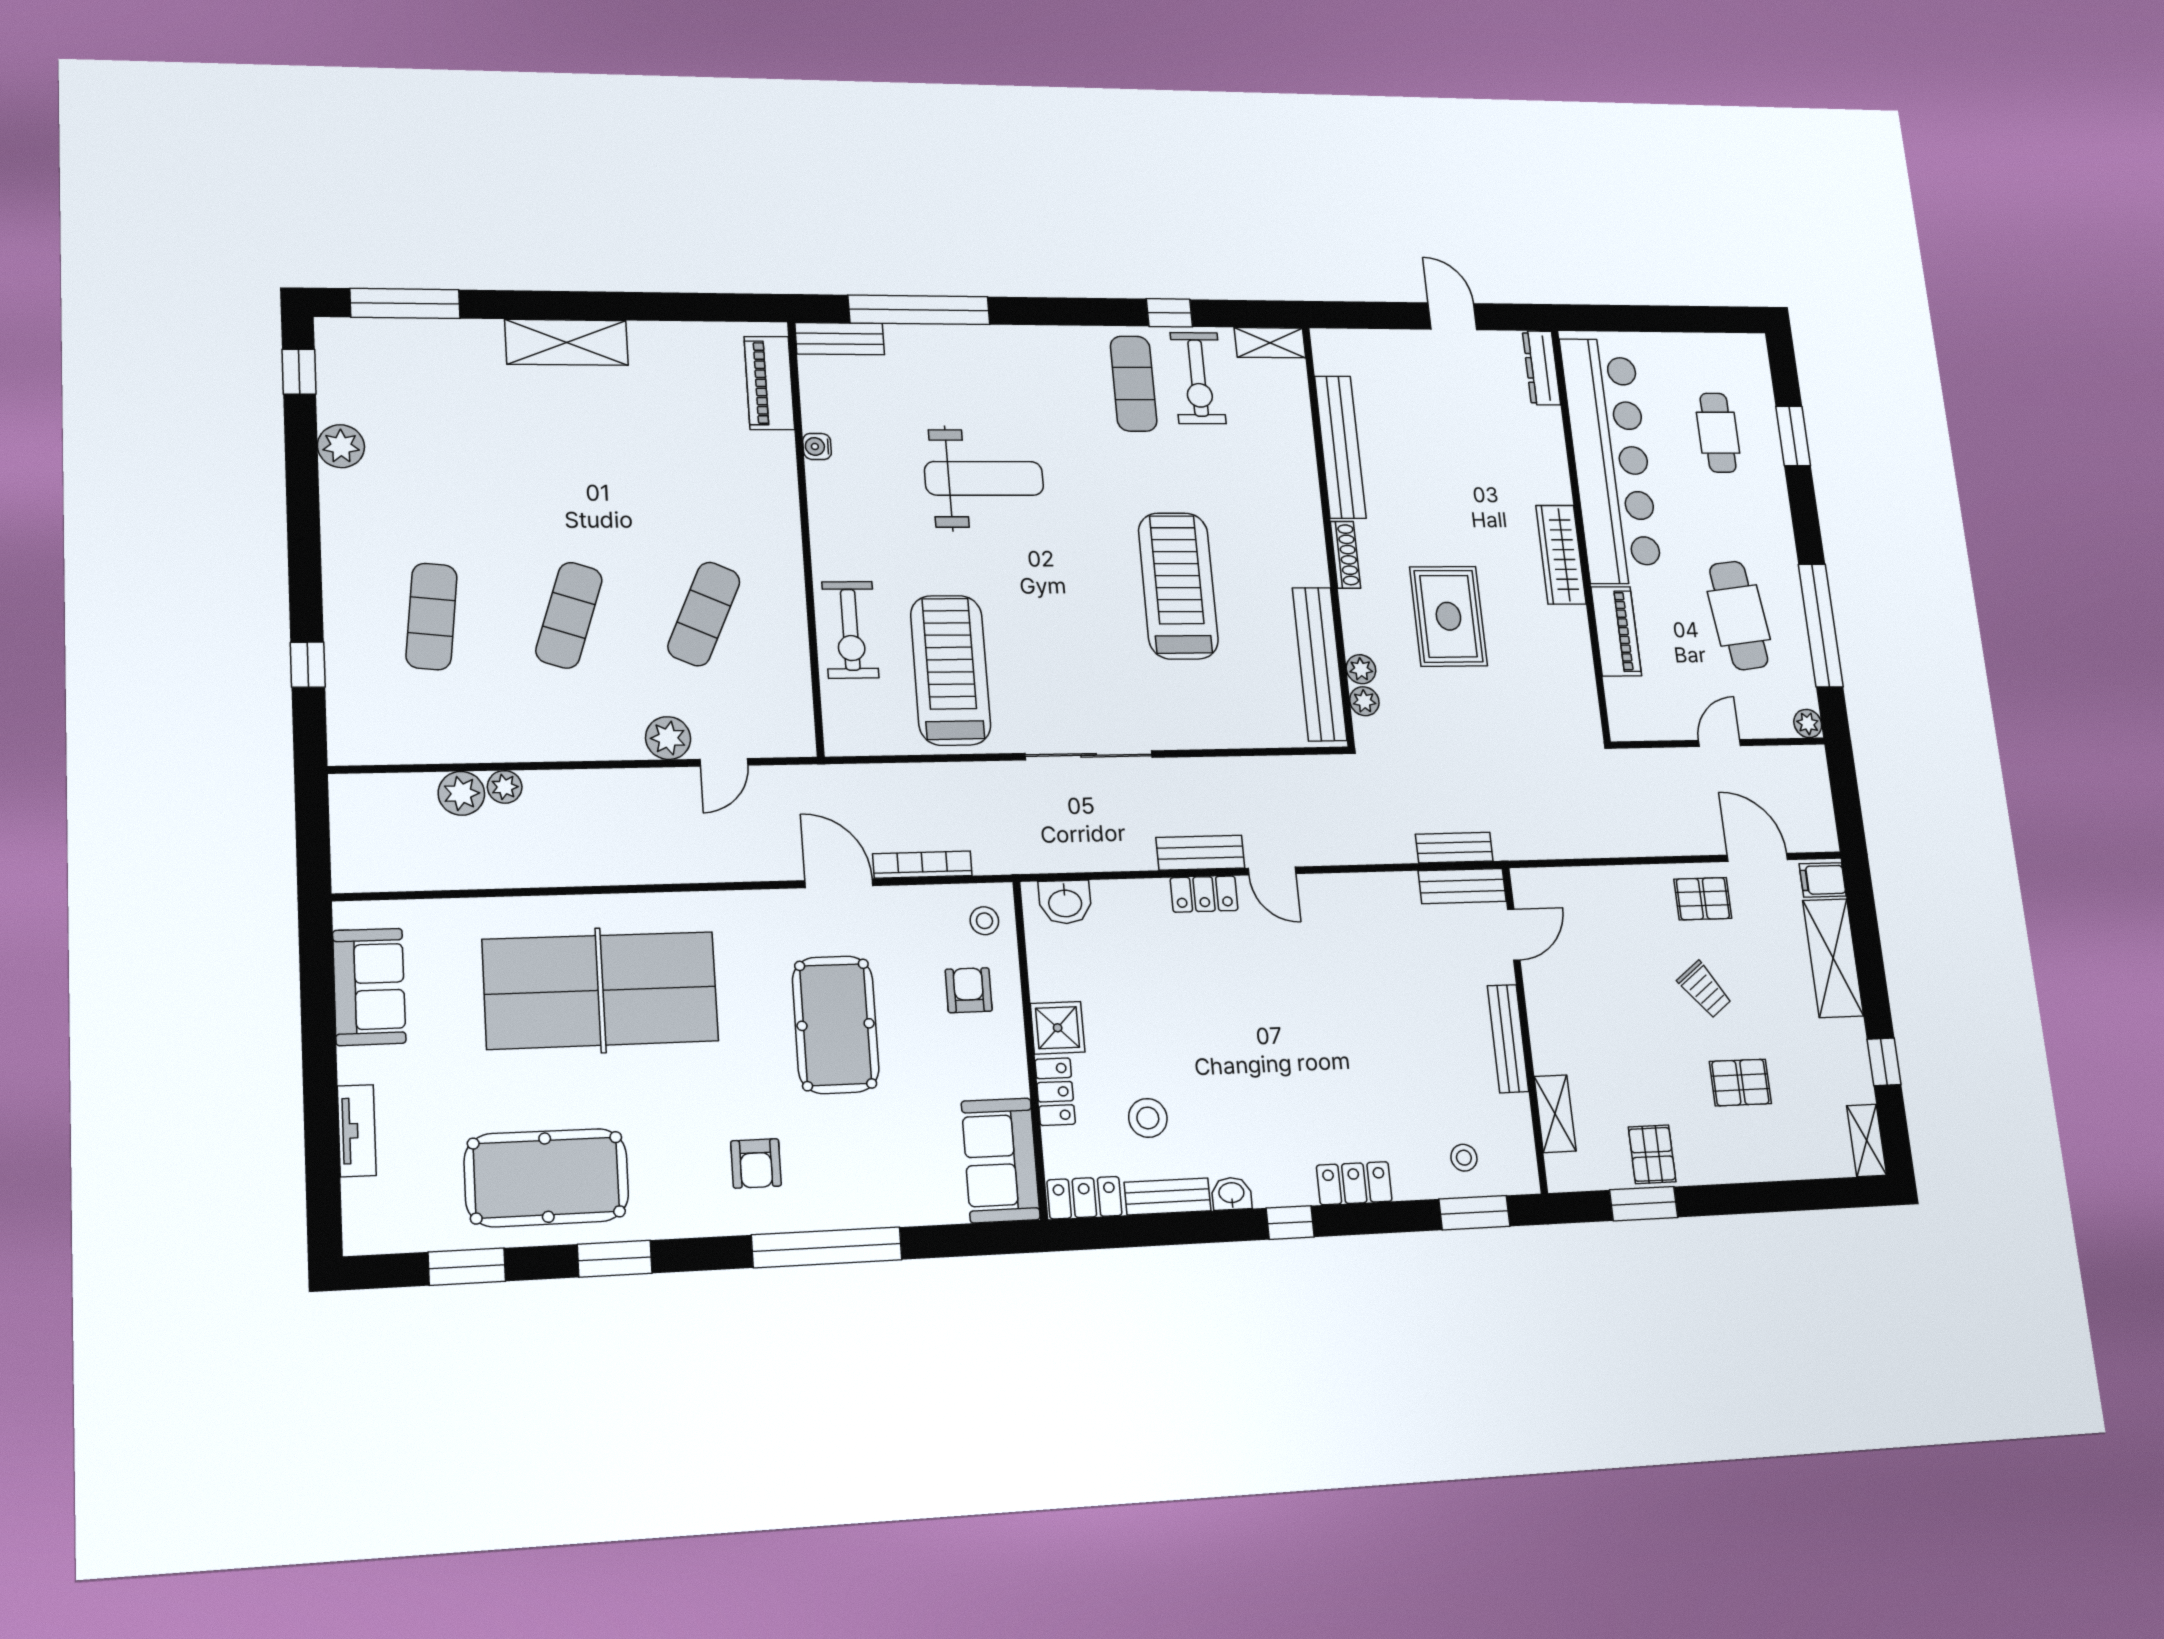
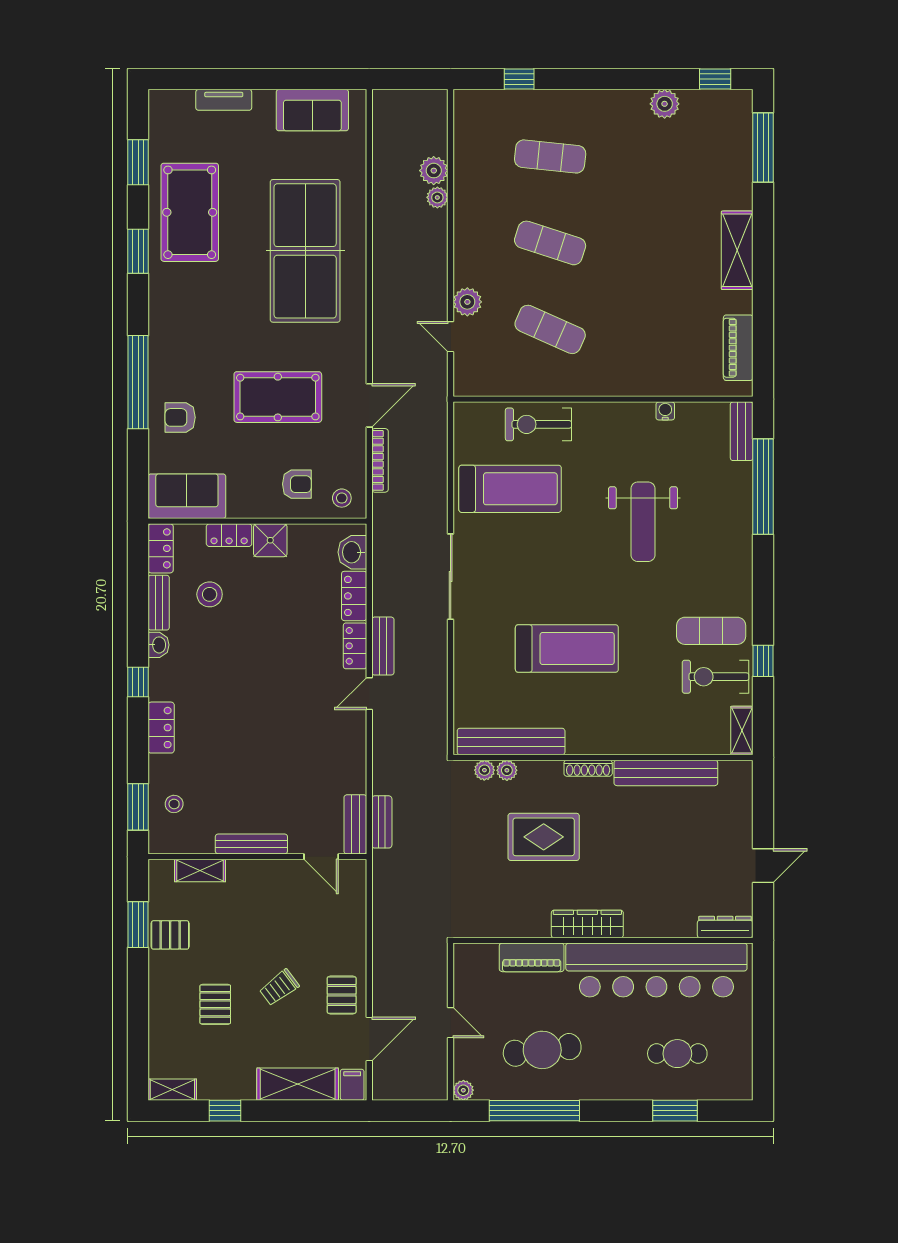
piano: (769, 383) -> (738, 348), moved, turned -90
locker: (1130, 898) -> (354, 596), added
armchair: (756, 1163) -> (180, 417), moved

